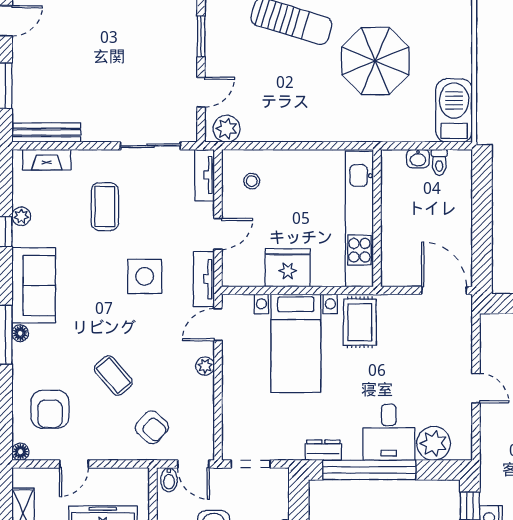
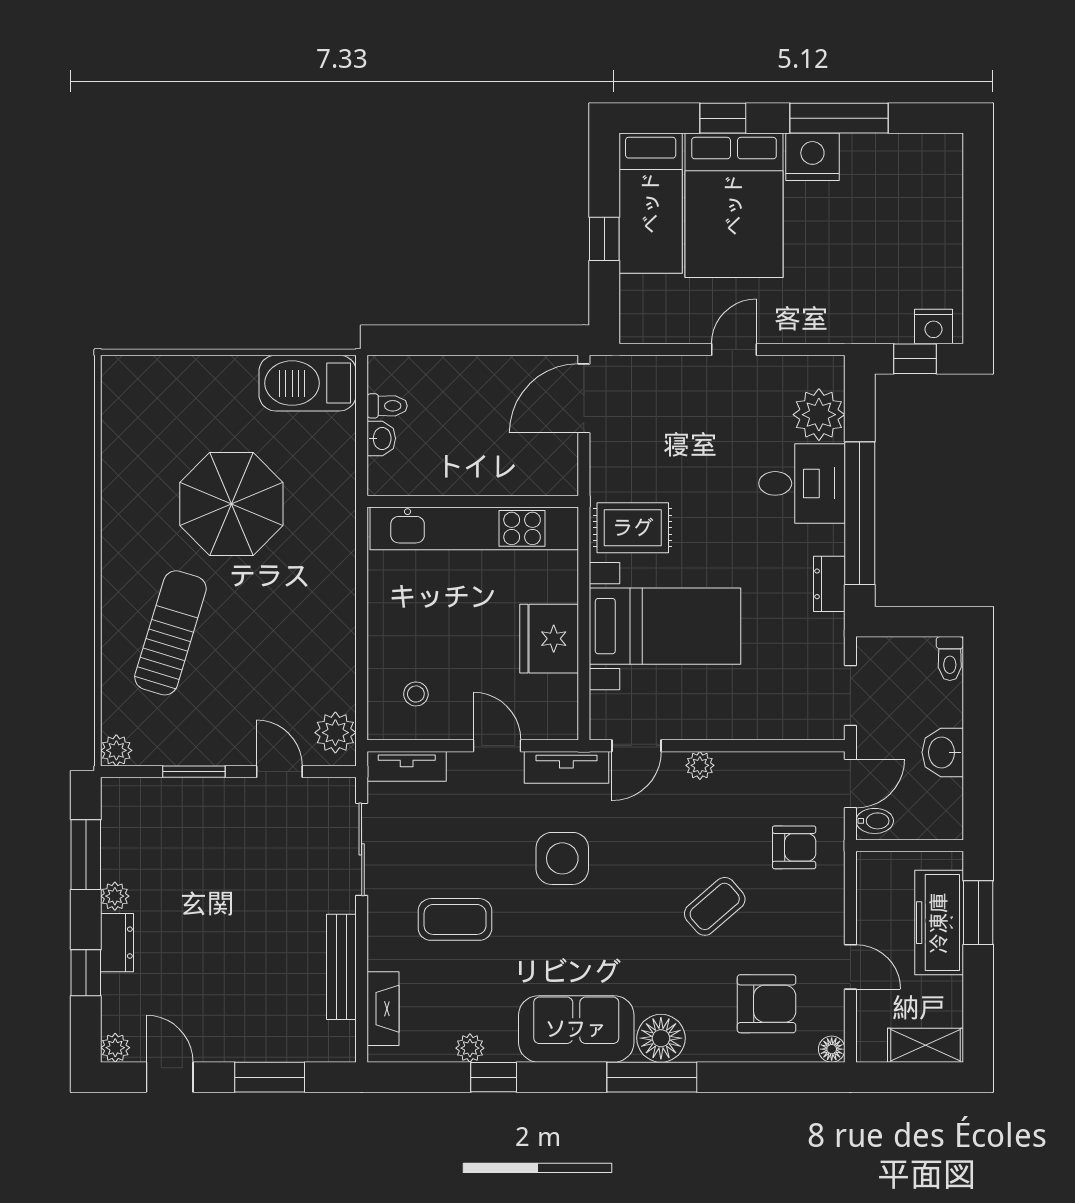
bench: (46, 133) -> (341, 967), moved
door: (218, 325) -> (637, 746), hinge flipped
floor lamp: (20, 333) -> (661, 1038), width x1.89, depth x1.89
armchair: (152, 427) -> (794, 847), turned 48

